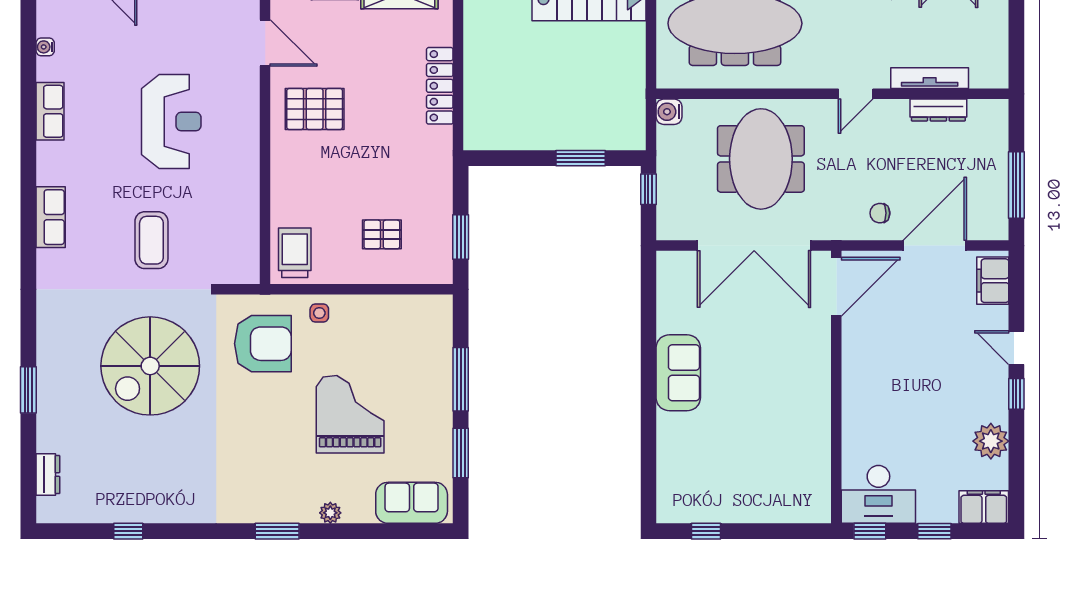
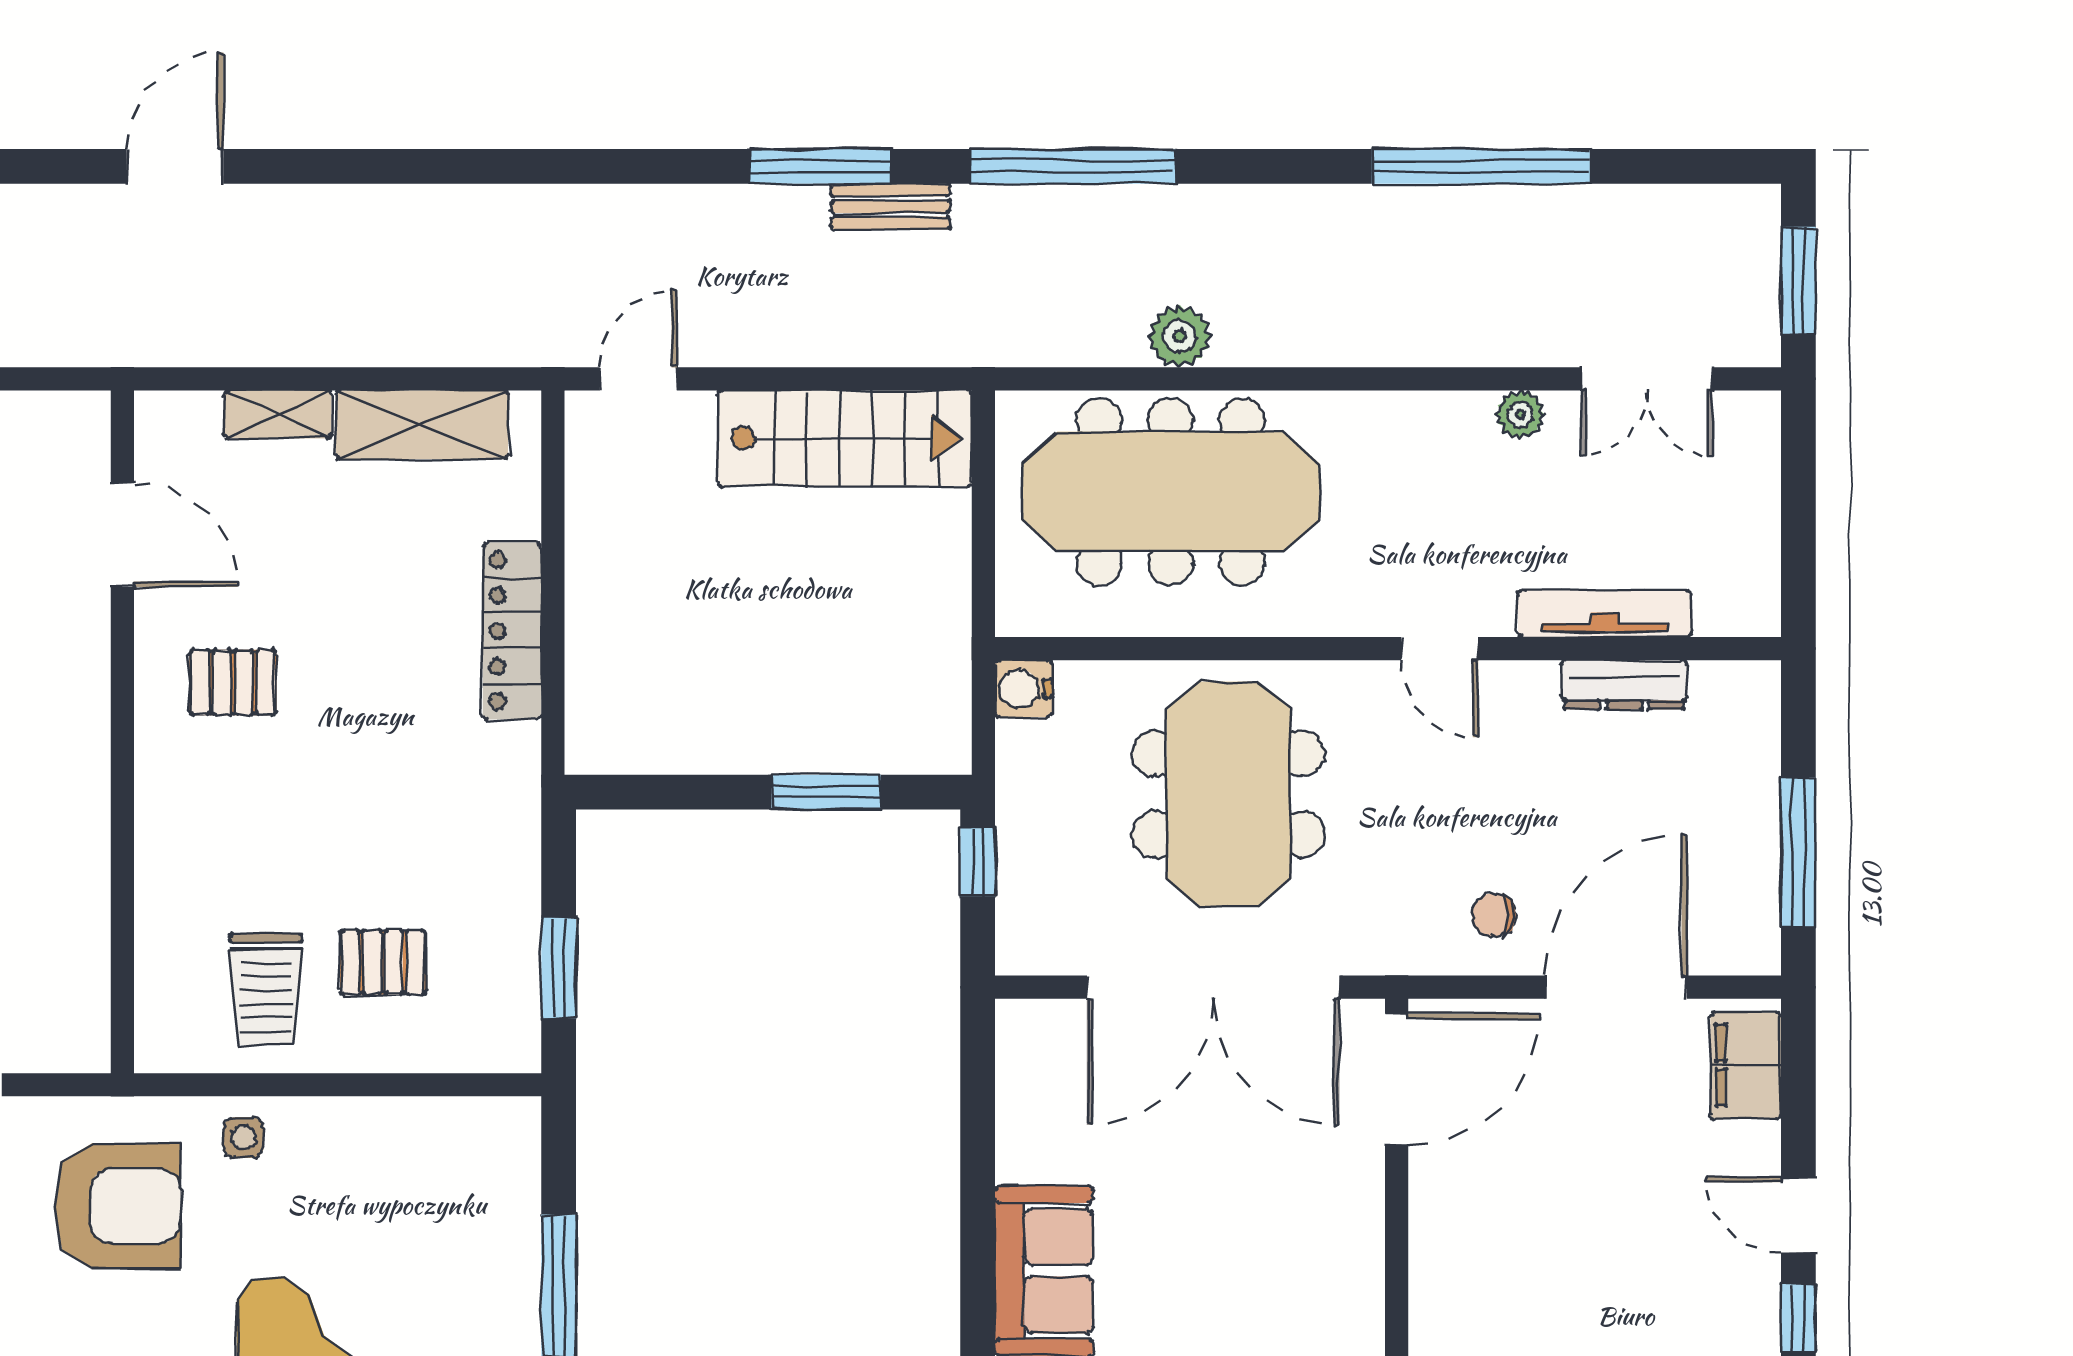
door: (856, 94) -> (1440, 649), hinge flipped
pallet: (315, 109) -> (233, 682), width x0.67, depth x0.71
trolley: (295, 253) -> (266, 989), moved, turned 180

